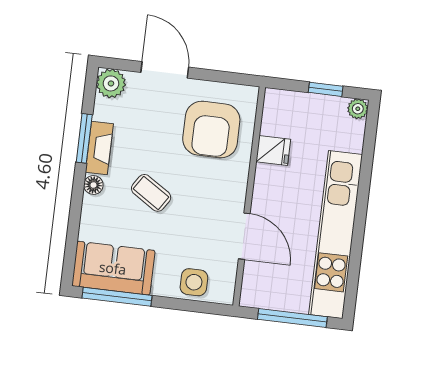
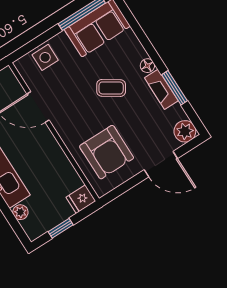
plant: (358, 109) -> (20, 212), moved
armchair: (211, 130) -> (107, 152), turned 180
fridge: (273, 151) -> (81, 199), moved

